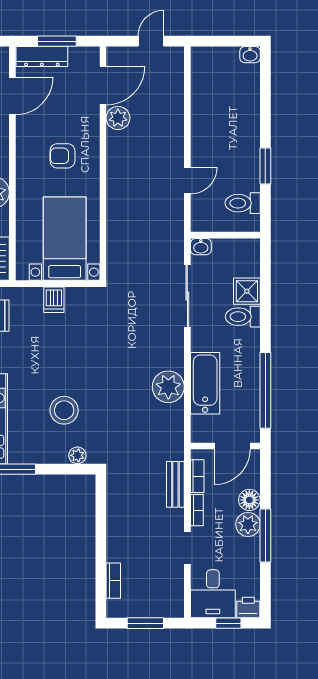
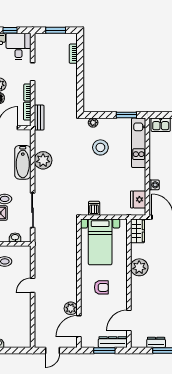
door: (187, 181) -> (33, 285), moved
washbasin: (201, 247) -> (15, 237), moved
dishwasher: (54, 300) -> (94, 208), moved
bench: (175, 484) -> (39, 118), moved

